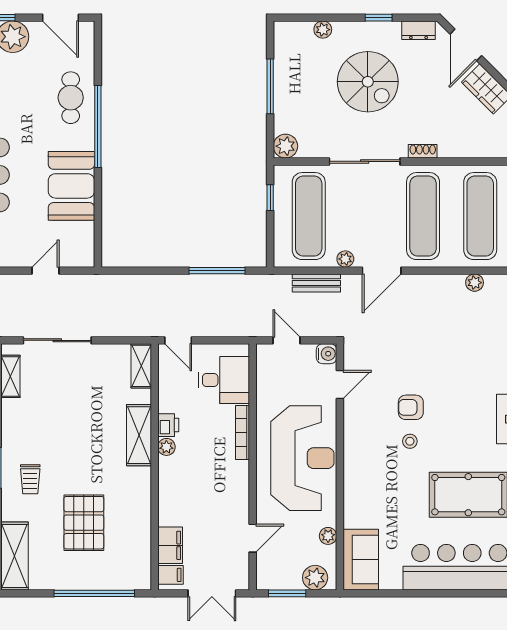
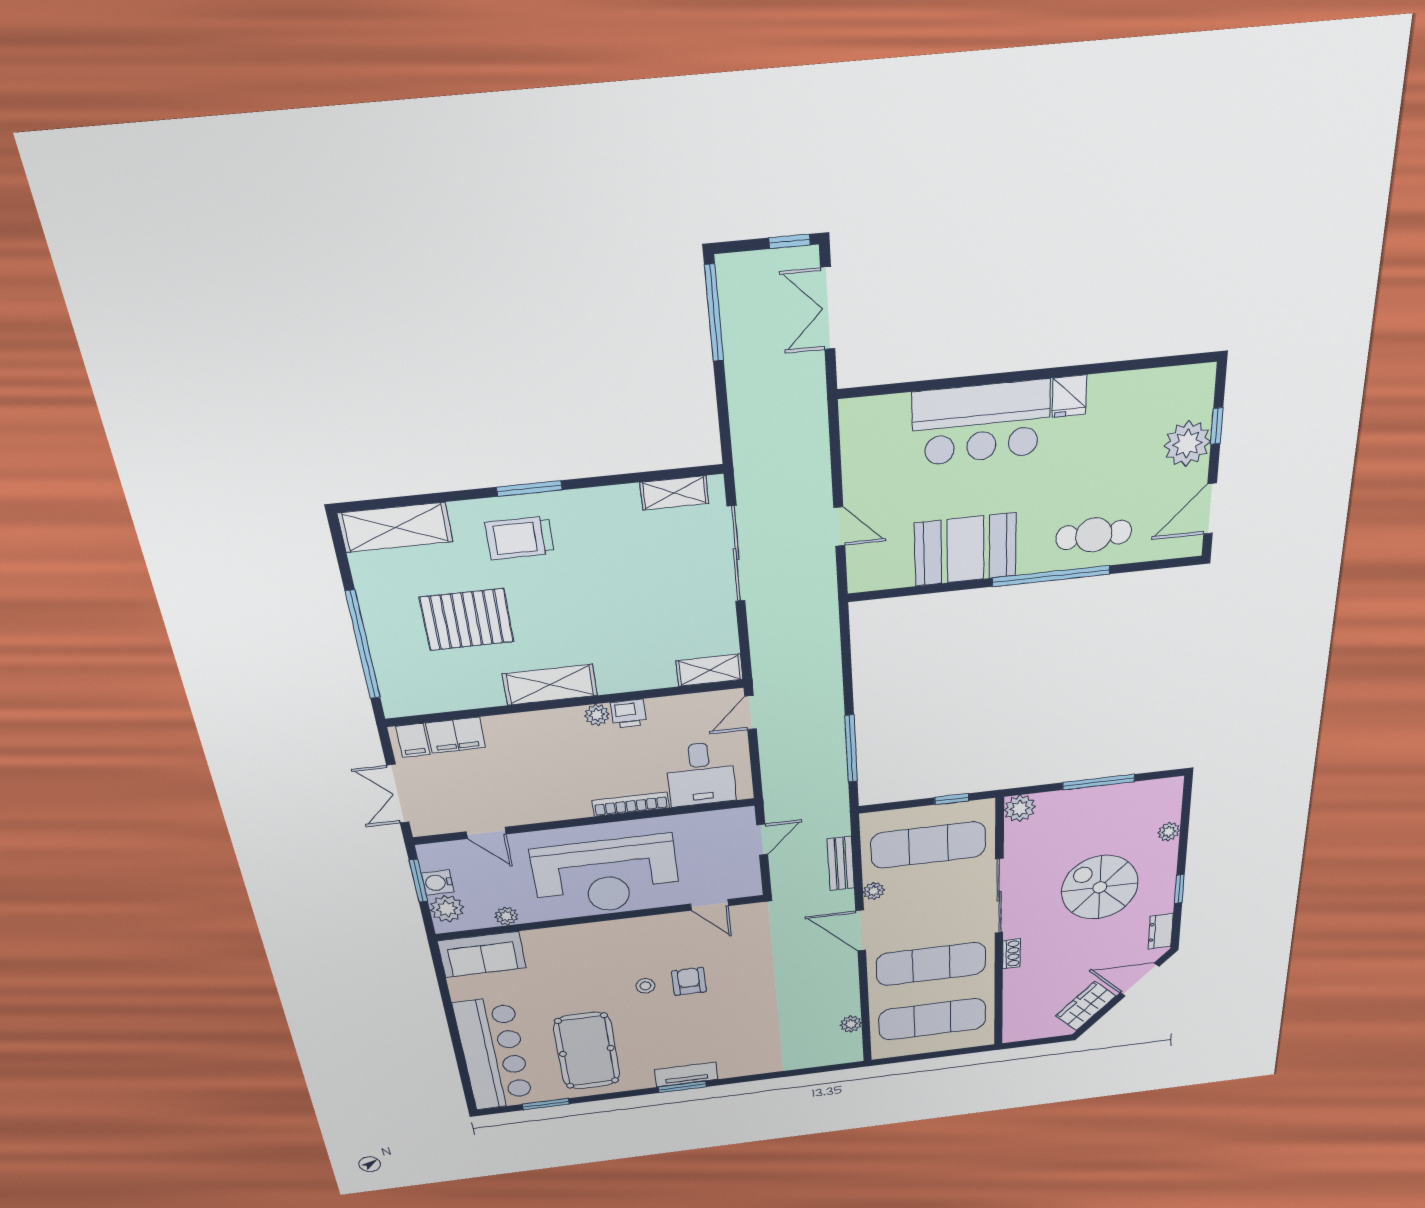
spiral stairs: (368, 82) -> (1100, 887), turned 90
water cooler: (327, 354) -> (438, 883), moved, turned 90
shelving: (139, 435) -> (550, 685), moved
trolley: (30, 479) -> (520, 538), width x1.36, depth x1.39

